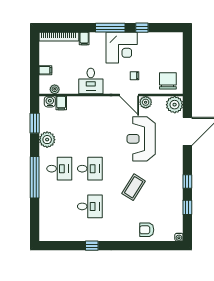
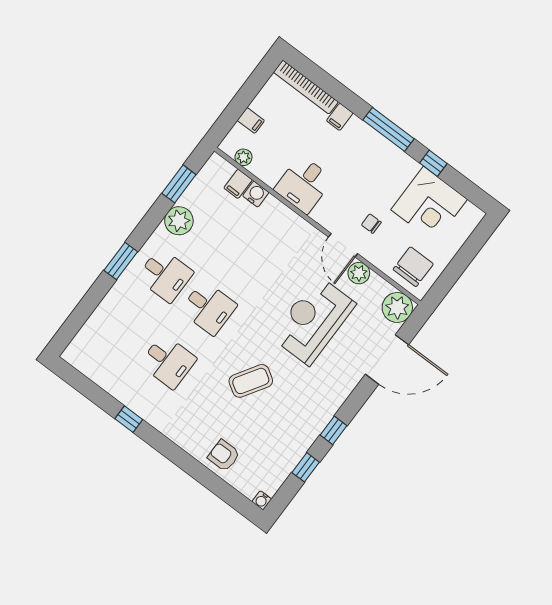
corner desk: (122, 48) -> (429, 204), moved
water cooler: (50, 102) -> (256, 194), moved
window: (35, 177) -> (121, 261), width x0.47

